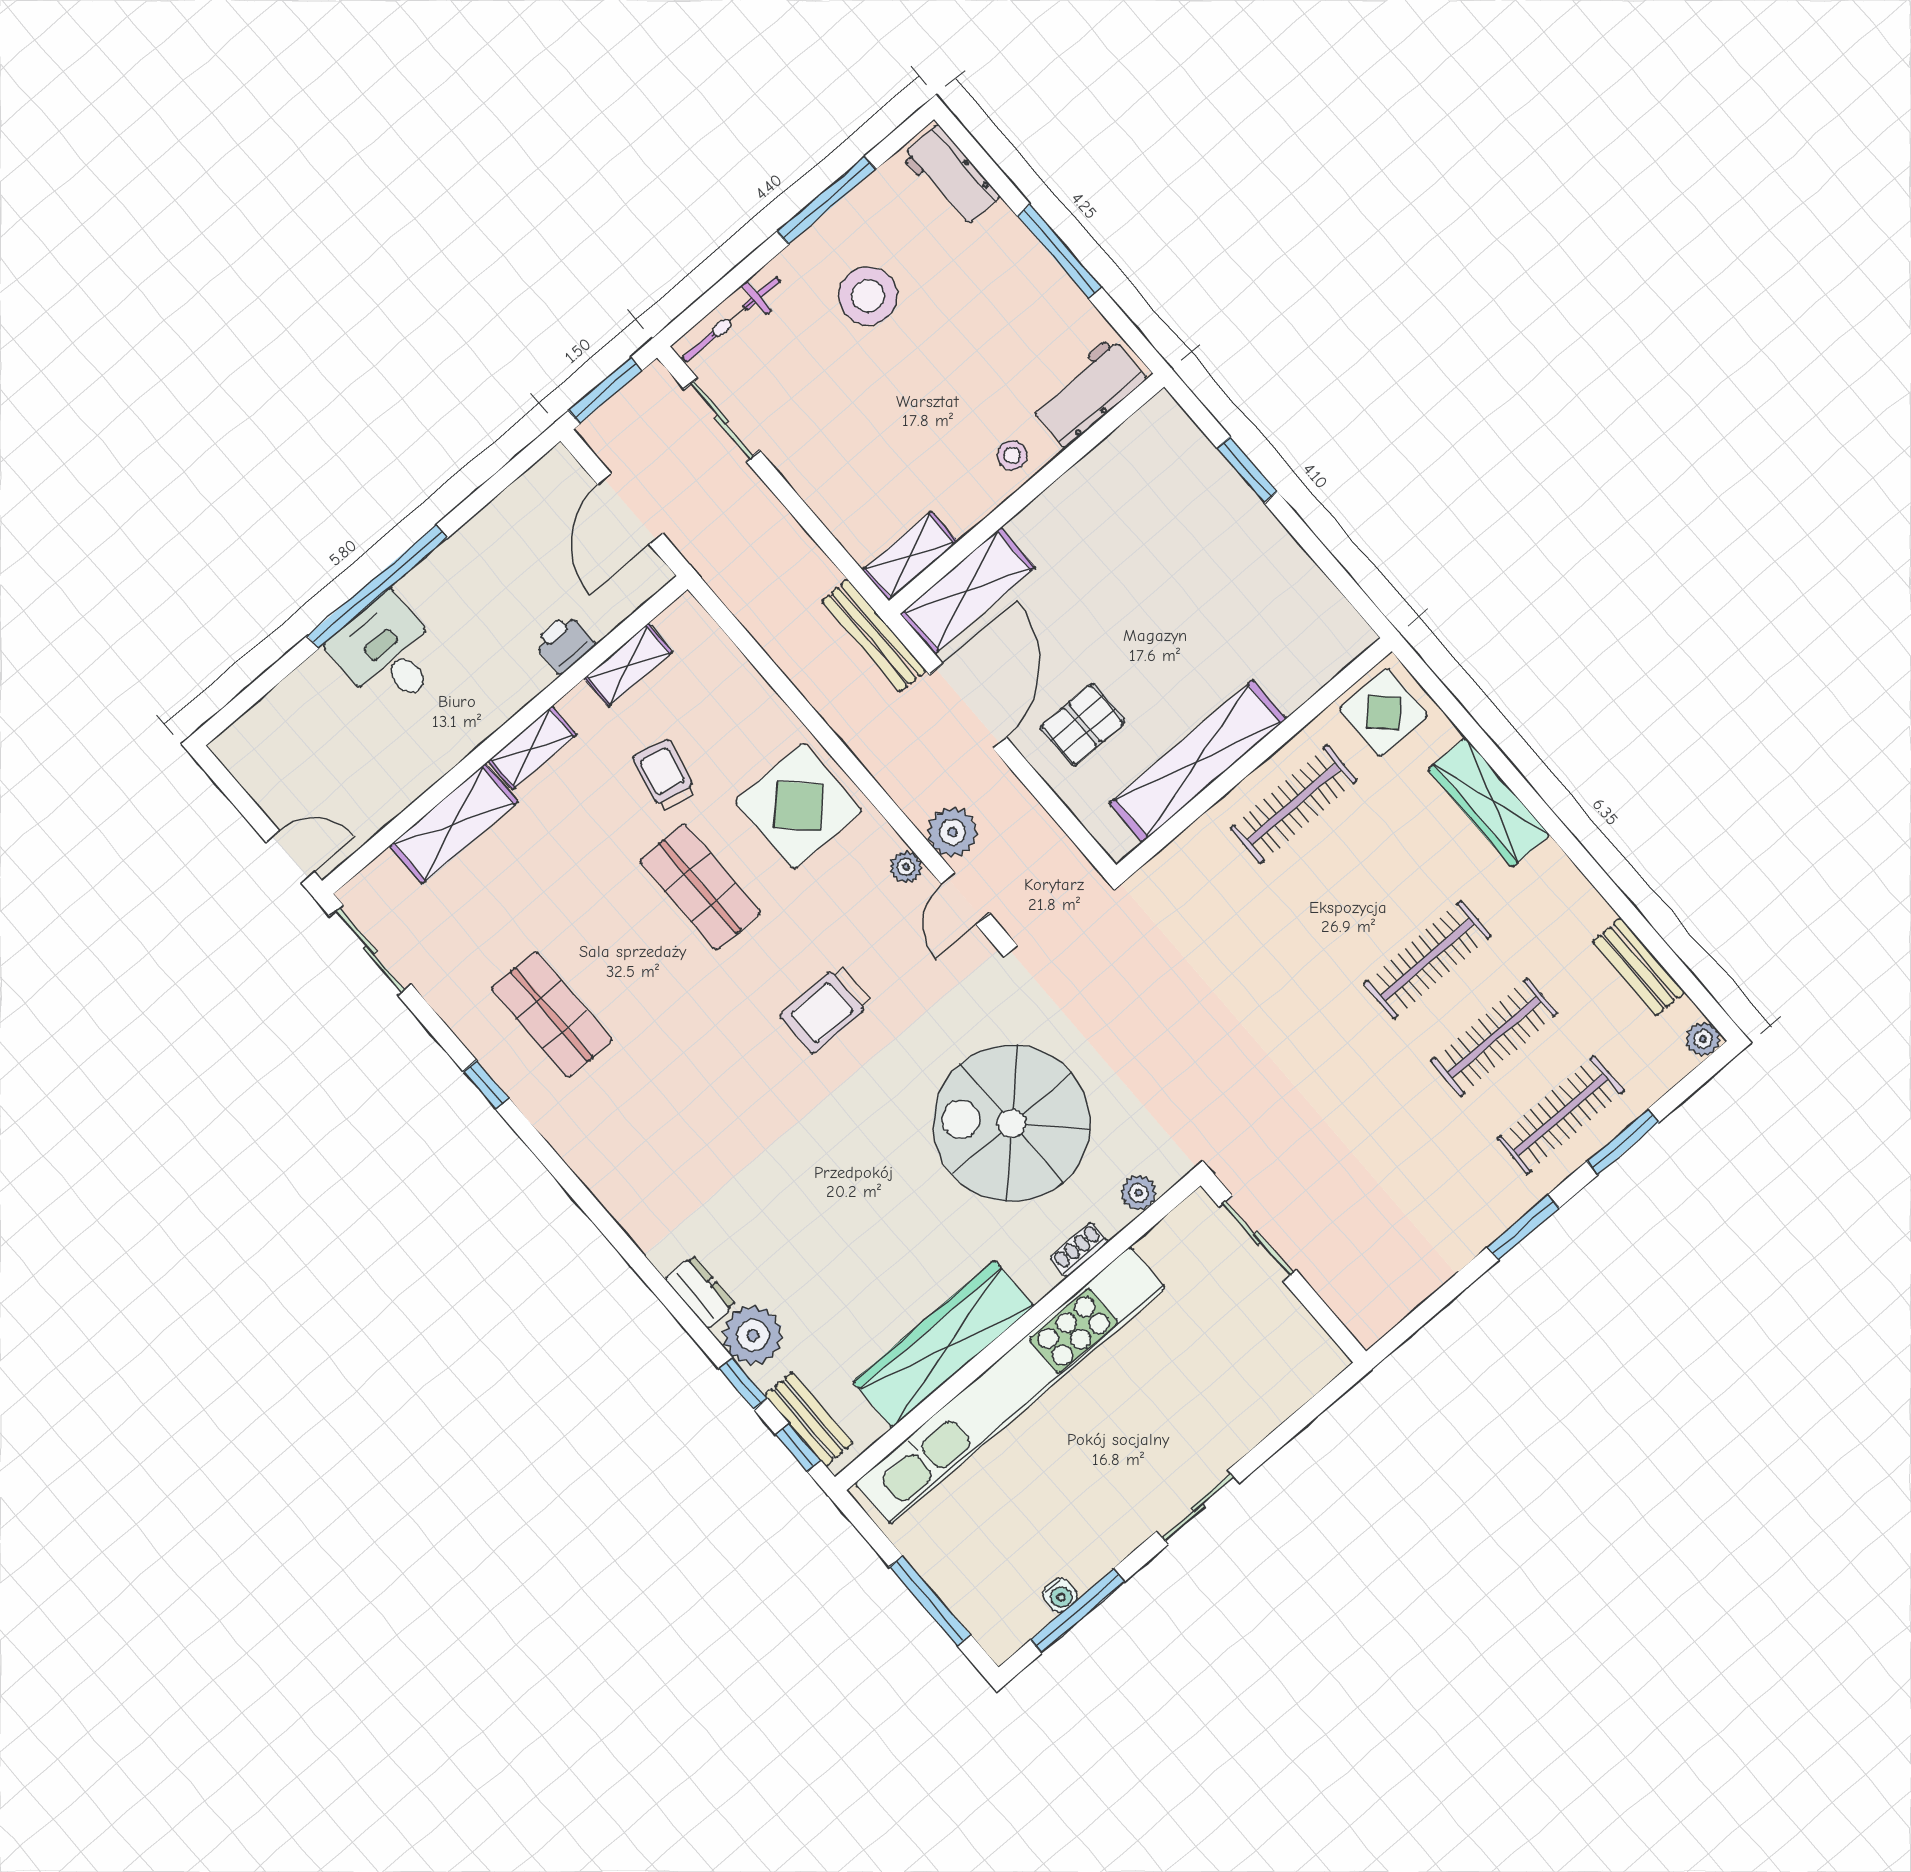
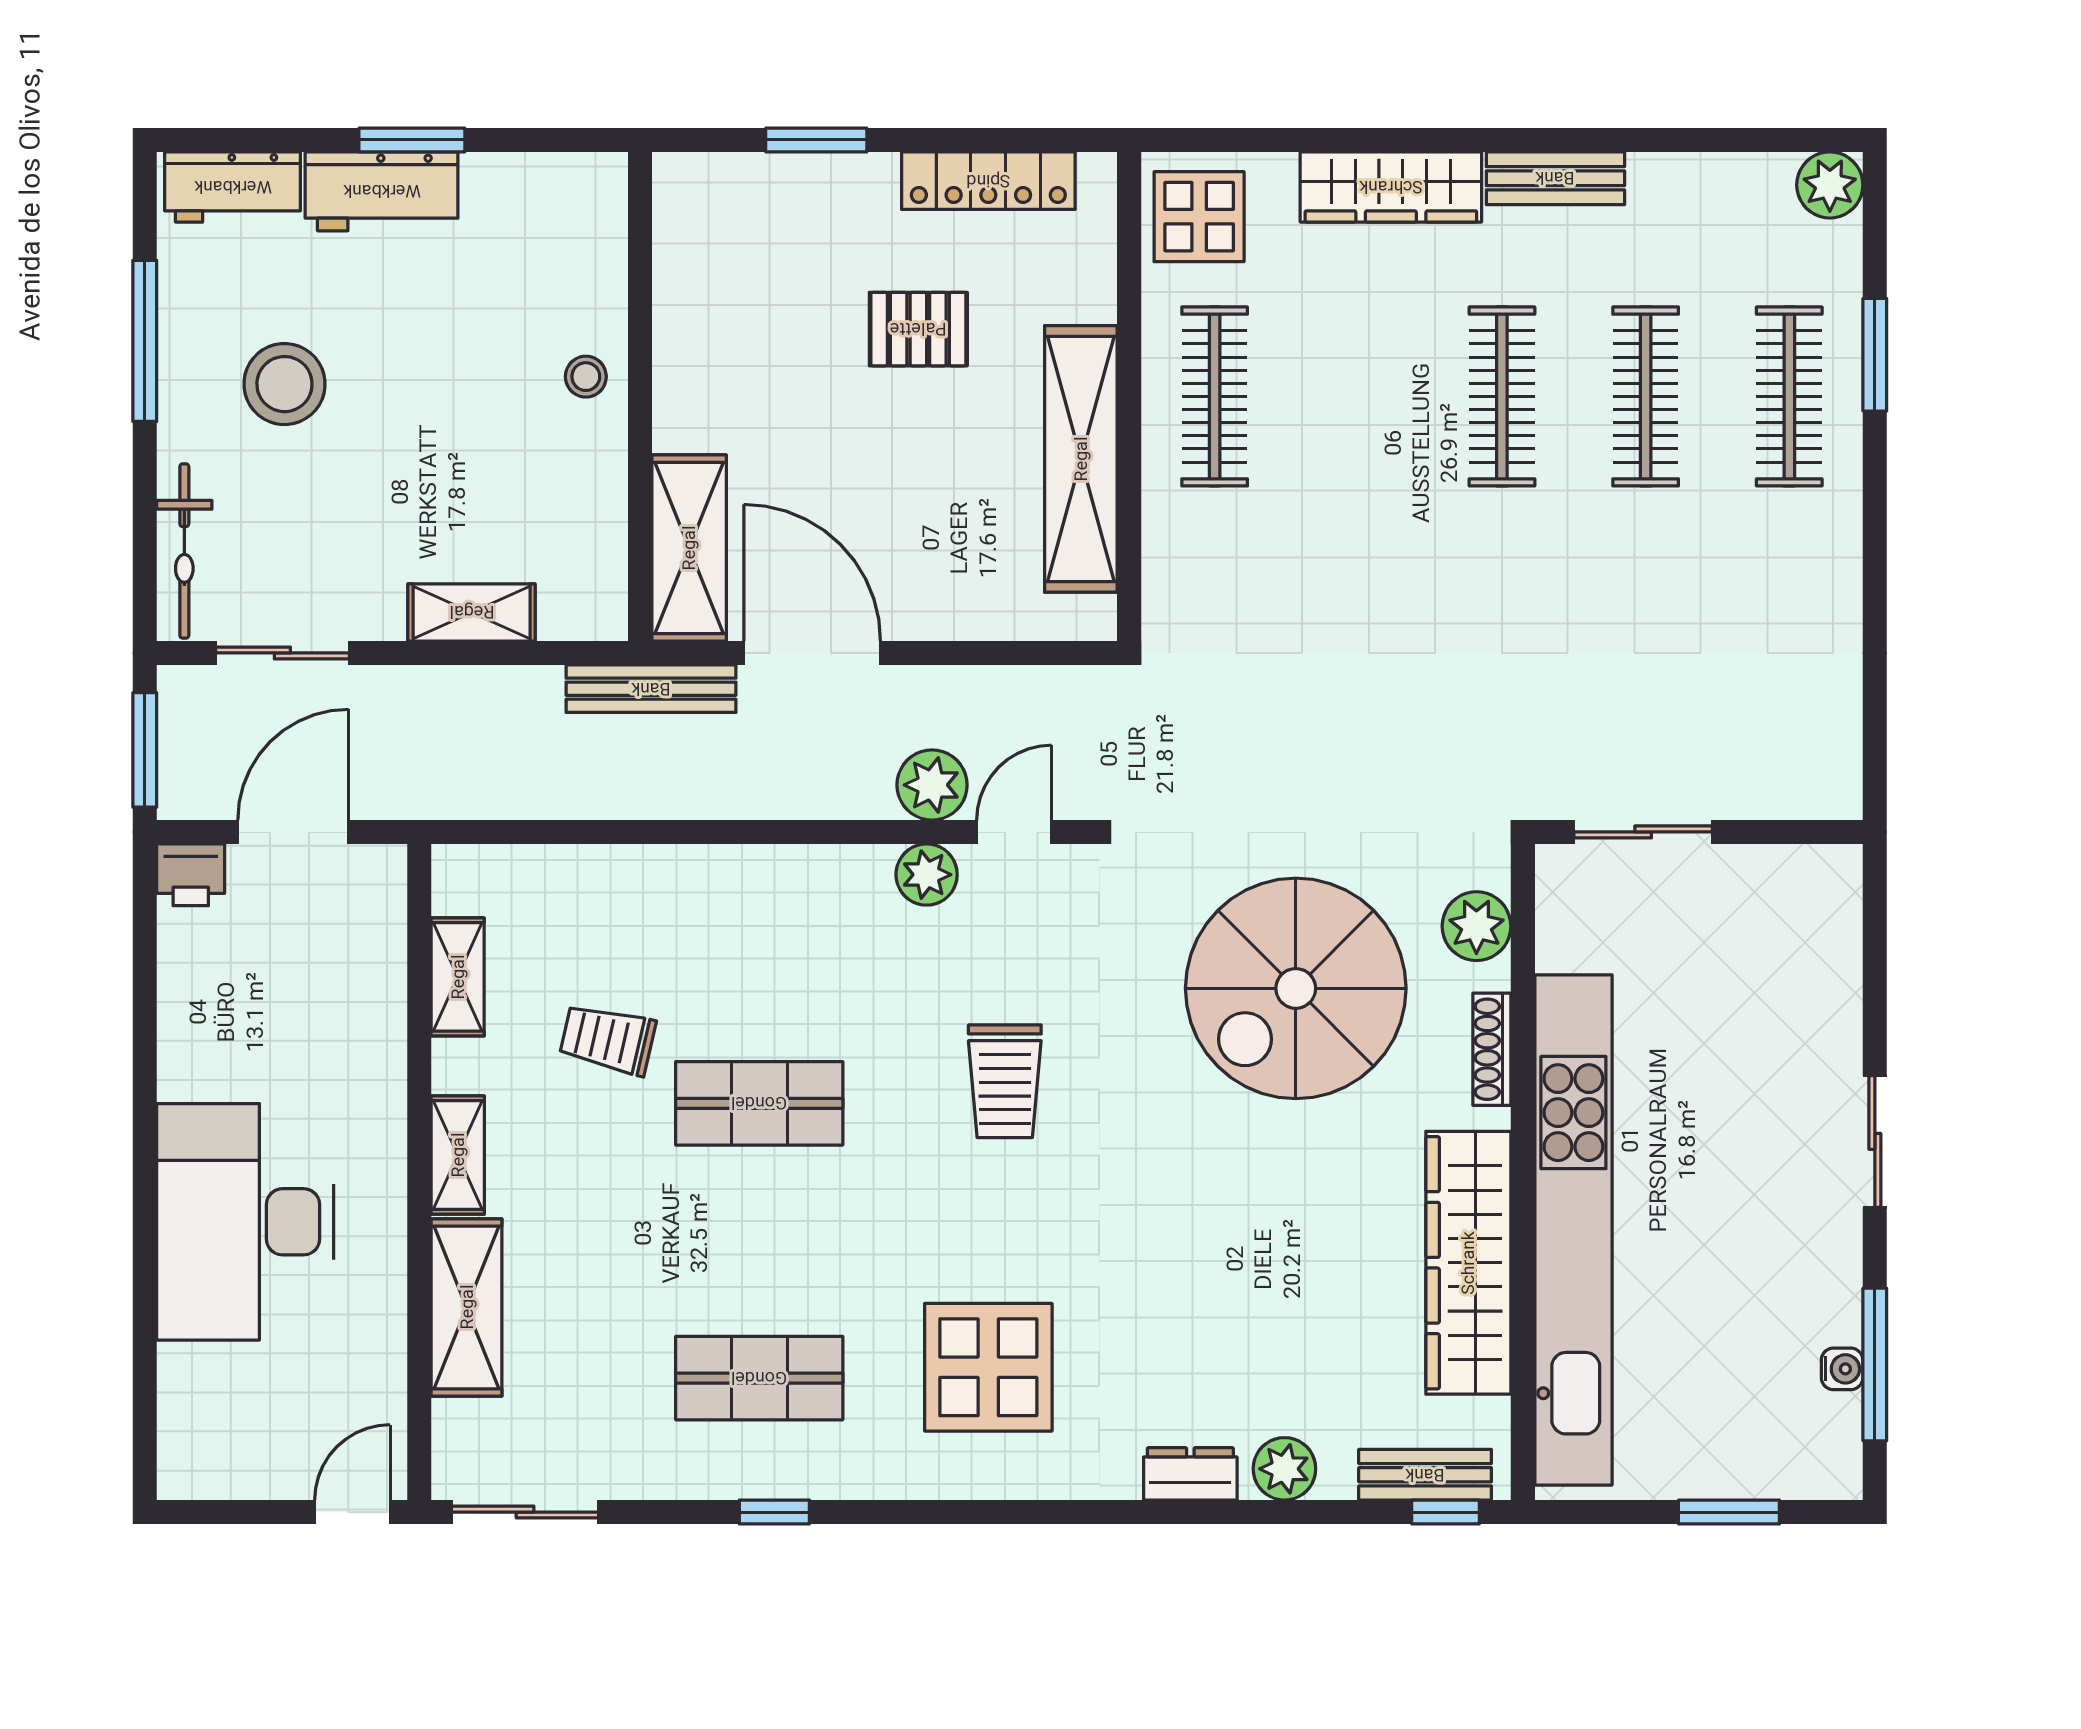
window: (1059, 251) -> (412, 140), width x0.69
workbench: (1088, 393) -> (382, 191), moved, turned -90
door: (630, 509) -> (293, 832), swing flipped
shelving: (910, 556) -> (472, 612), moved, turned 90
locker: (1305, 582) -> (988, 181), added
window: (377, 587) -> (145, 1172), removed
printer: (564, 644) -> (191, 875), moved, turned -90
desk: (388, 653) -> (245, 1222), width x1.87, depth x1.30
pallet: (1083, 725) -> (918, 329), moved, turned 90
display table: (798, 806) -> (988, 1367), moved
plant: (906, 867) -> (927, 875), width x1.38, depth x1.38
door: (965, 898) -> (1014, 832), swing flipped
bench: (1639, 967) -> (1555, 178), moved
plant: (1703, 1039) -> (1830, 185), width x1.38, depth x1.38
plant: (1139, 1193) -> (1476, 926), width x1.38, depth x1.38
window: (1523, 1228) -> (1875, 540), removed
shoe rack: (1079, 1250) -> (1492, 1049), width x1.43
plant: (753, 1335) -> (1284, 1469), width x0.73, depth x0.73
window: (743, 1383) -> (1327, 1512), removed
window: (930, 1601) -> (1729, 1512), width x0.69

